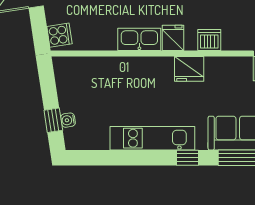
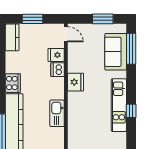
fridge: (173, 38) -> (56, 55), moved
window: (188, 158) -> (131, 111), moved

